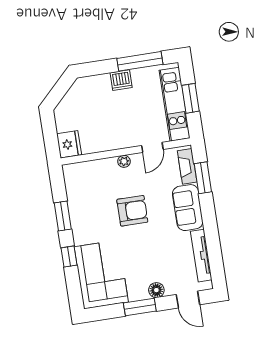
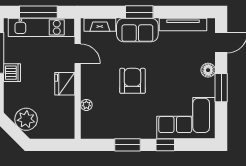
window: (191, 98) -> (38, 12), width x1.44
plant: (73, 103) -> (26, 119), added
fridge: (69, 144) -> (65, 84), moved, turned -90
plant: (124, 161) -> (86, 105), moved
window: (203, 178) -> (139, 12), moved

